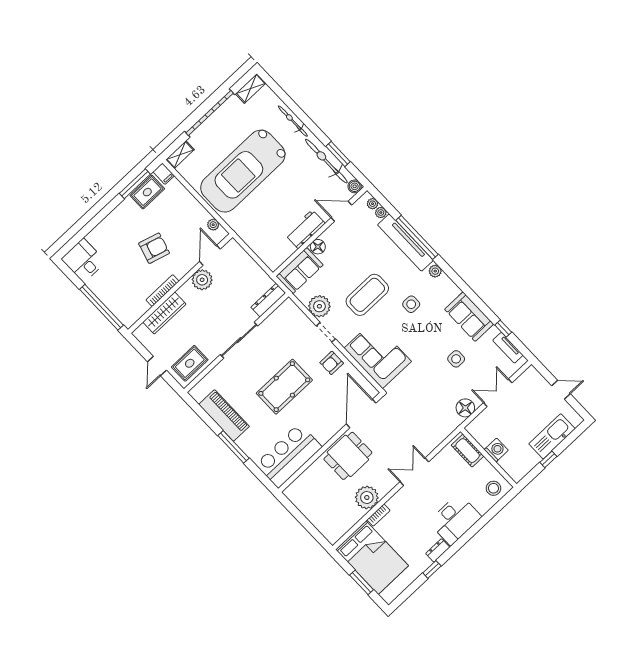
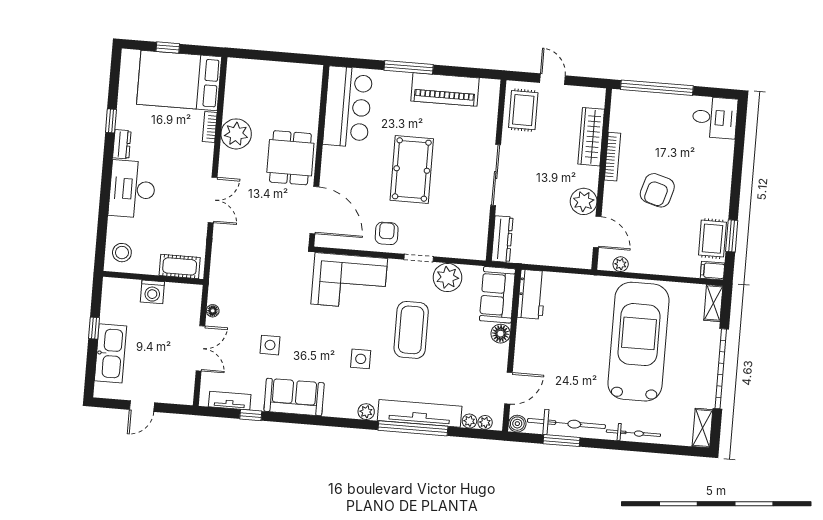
window: (135, 184) -> (732, 236), width x0.69
workbench: (305, 229) -> (532, 294), moved
floor lamp: (465, 408) -> (213, 311), width x0.53, depth x0.53
window: (362, 582) -> (168, 48), width x0.67

